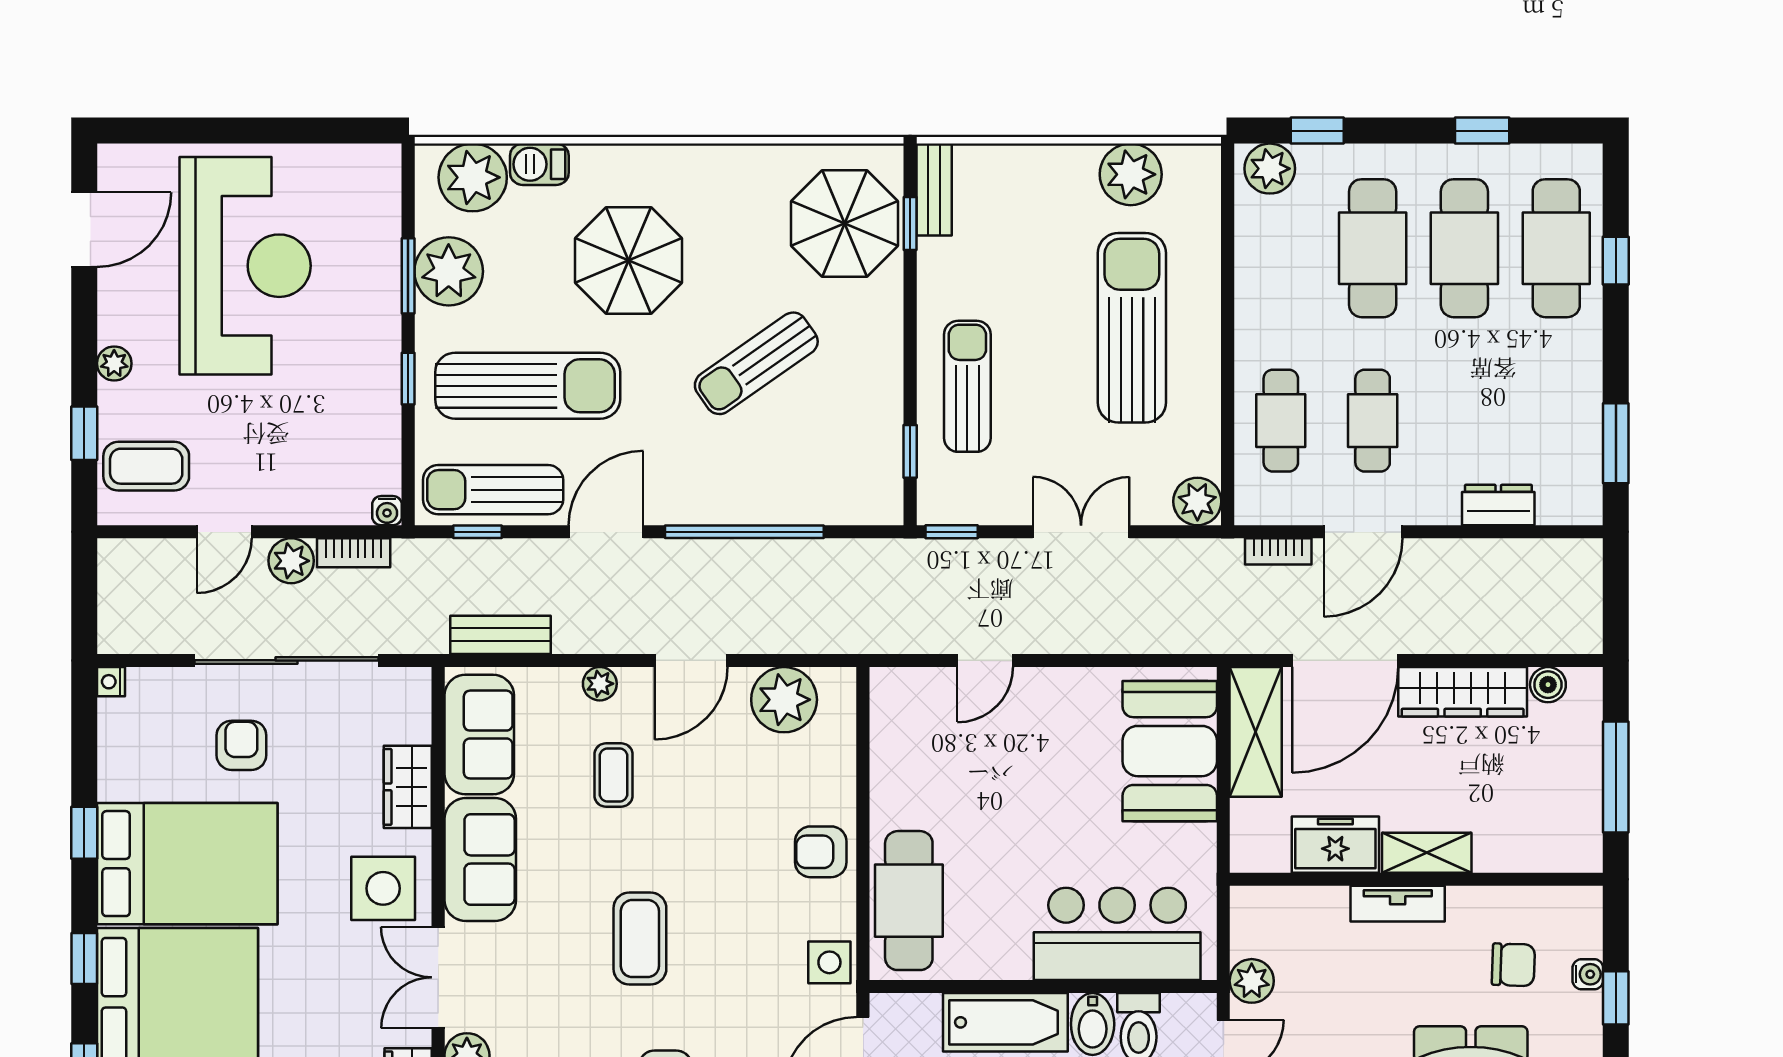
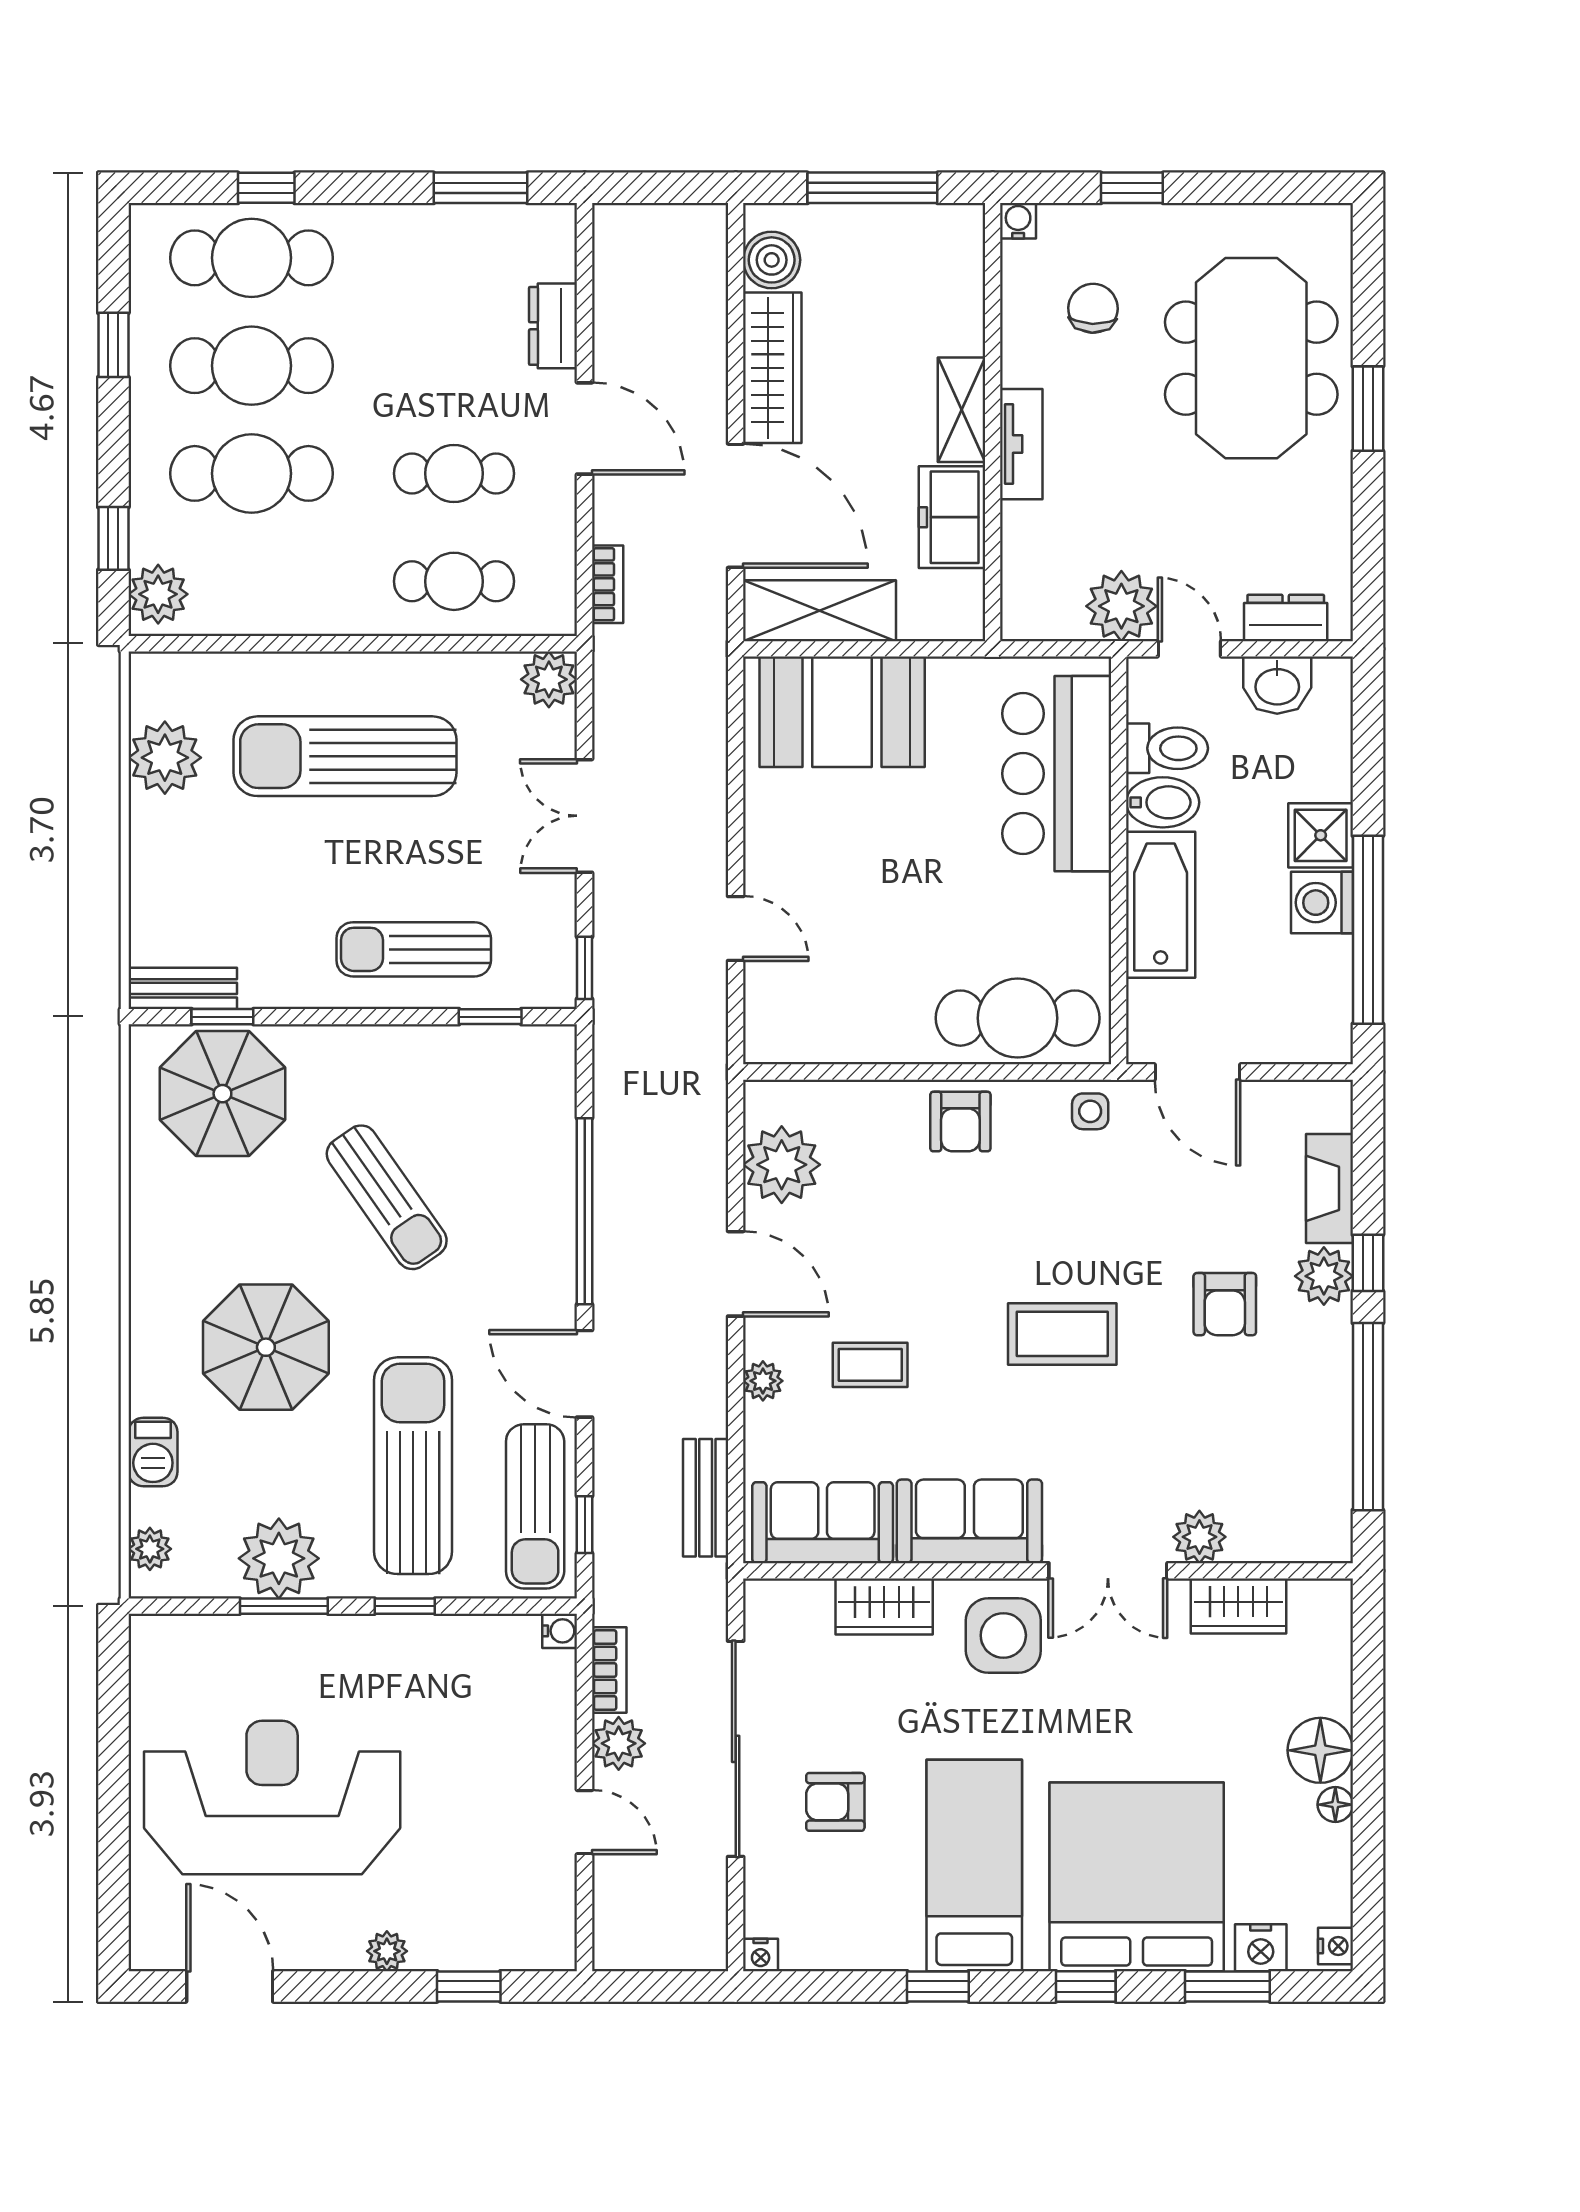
plant: (473, 177) -> (150, 1549), width x0.53, depth x0.53
coffee table: (146, 466) -> (508, 1914), removed
door: (1363, 532) -> (585, 428), moved
boiler: (1548, 685) -> (772, 260), width x1.36, depth x1.36
bed: (187, 864) -> (974, 1865), width x0.67
side table: (829, 962) -> (1090, 1111), width x0.73, depth x0.73
water cooler: (1588, 974) -> (1018, 221), moved
plant: (1252, 981) -> (1121, 606), width x1.36, depth x1.36

